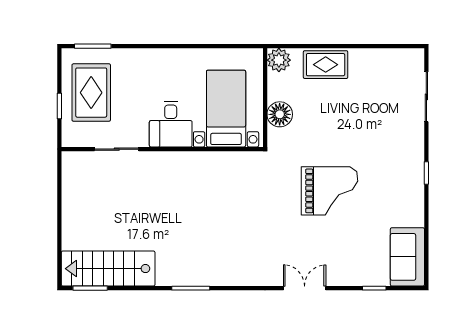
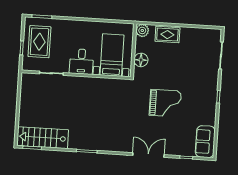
double door: (305, 288) -> (148, 155), width x1.37

